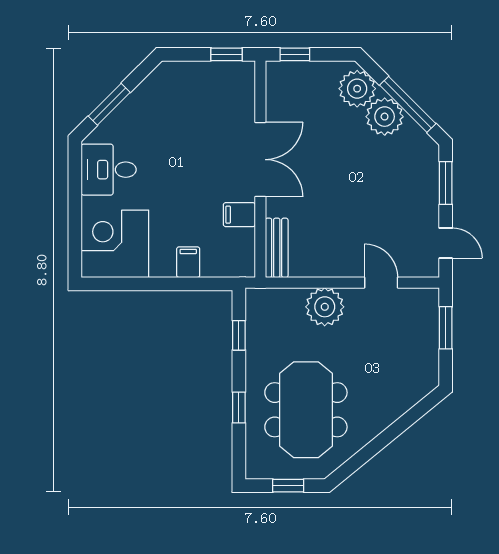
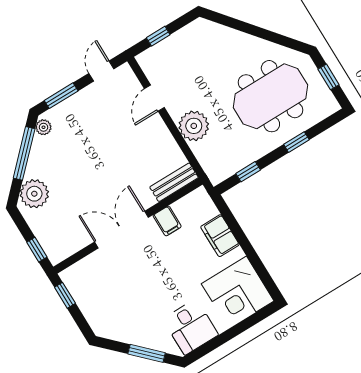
plant: (385, 117) -> (44, 127), moved, width x0.53, depth x0.53
filing cabinet: (188, 262) -> (220, 236), width x2.00
window: (446, 328) -> (158, 36), width x0.67

